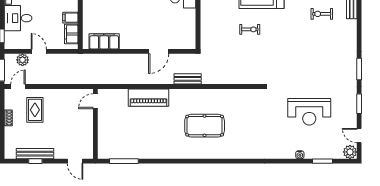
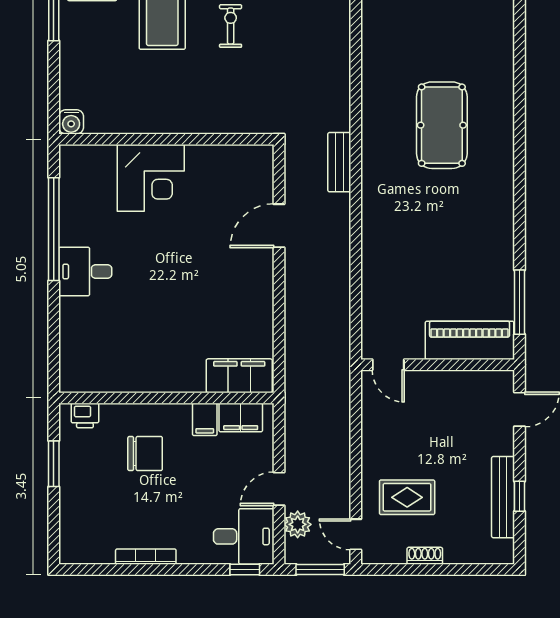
desk: (18, 18) -> (244, 536), moved, turned -90
filing cabinet: (104, 41) -> (239, 376), moved, turned 90
door: (159, 51) -> (279, 226), swing flipped
piano: (148, 98) -> (470, 340), moved, turned -90

